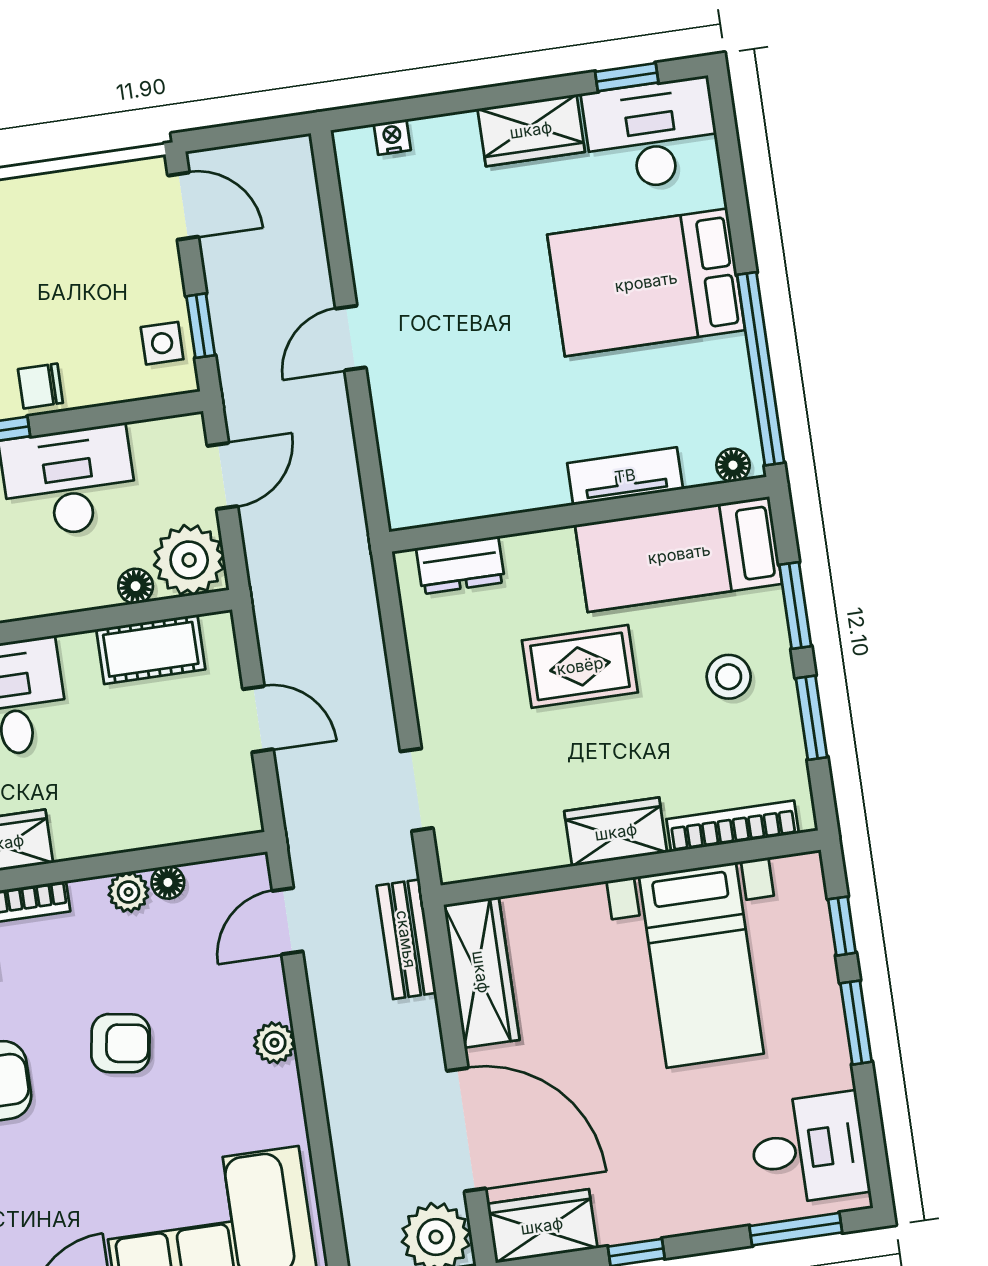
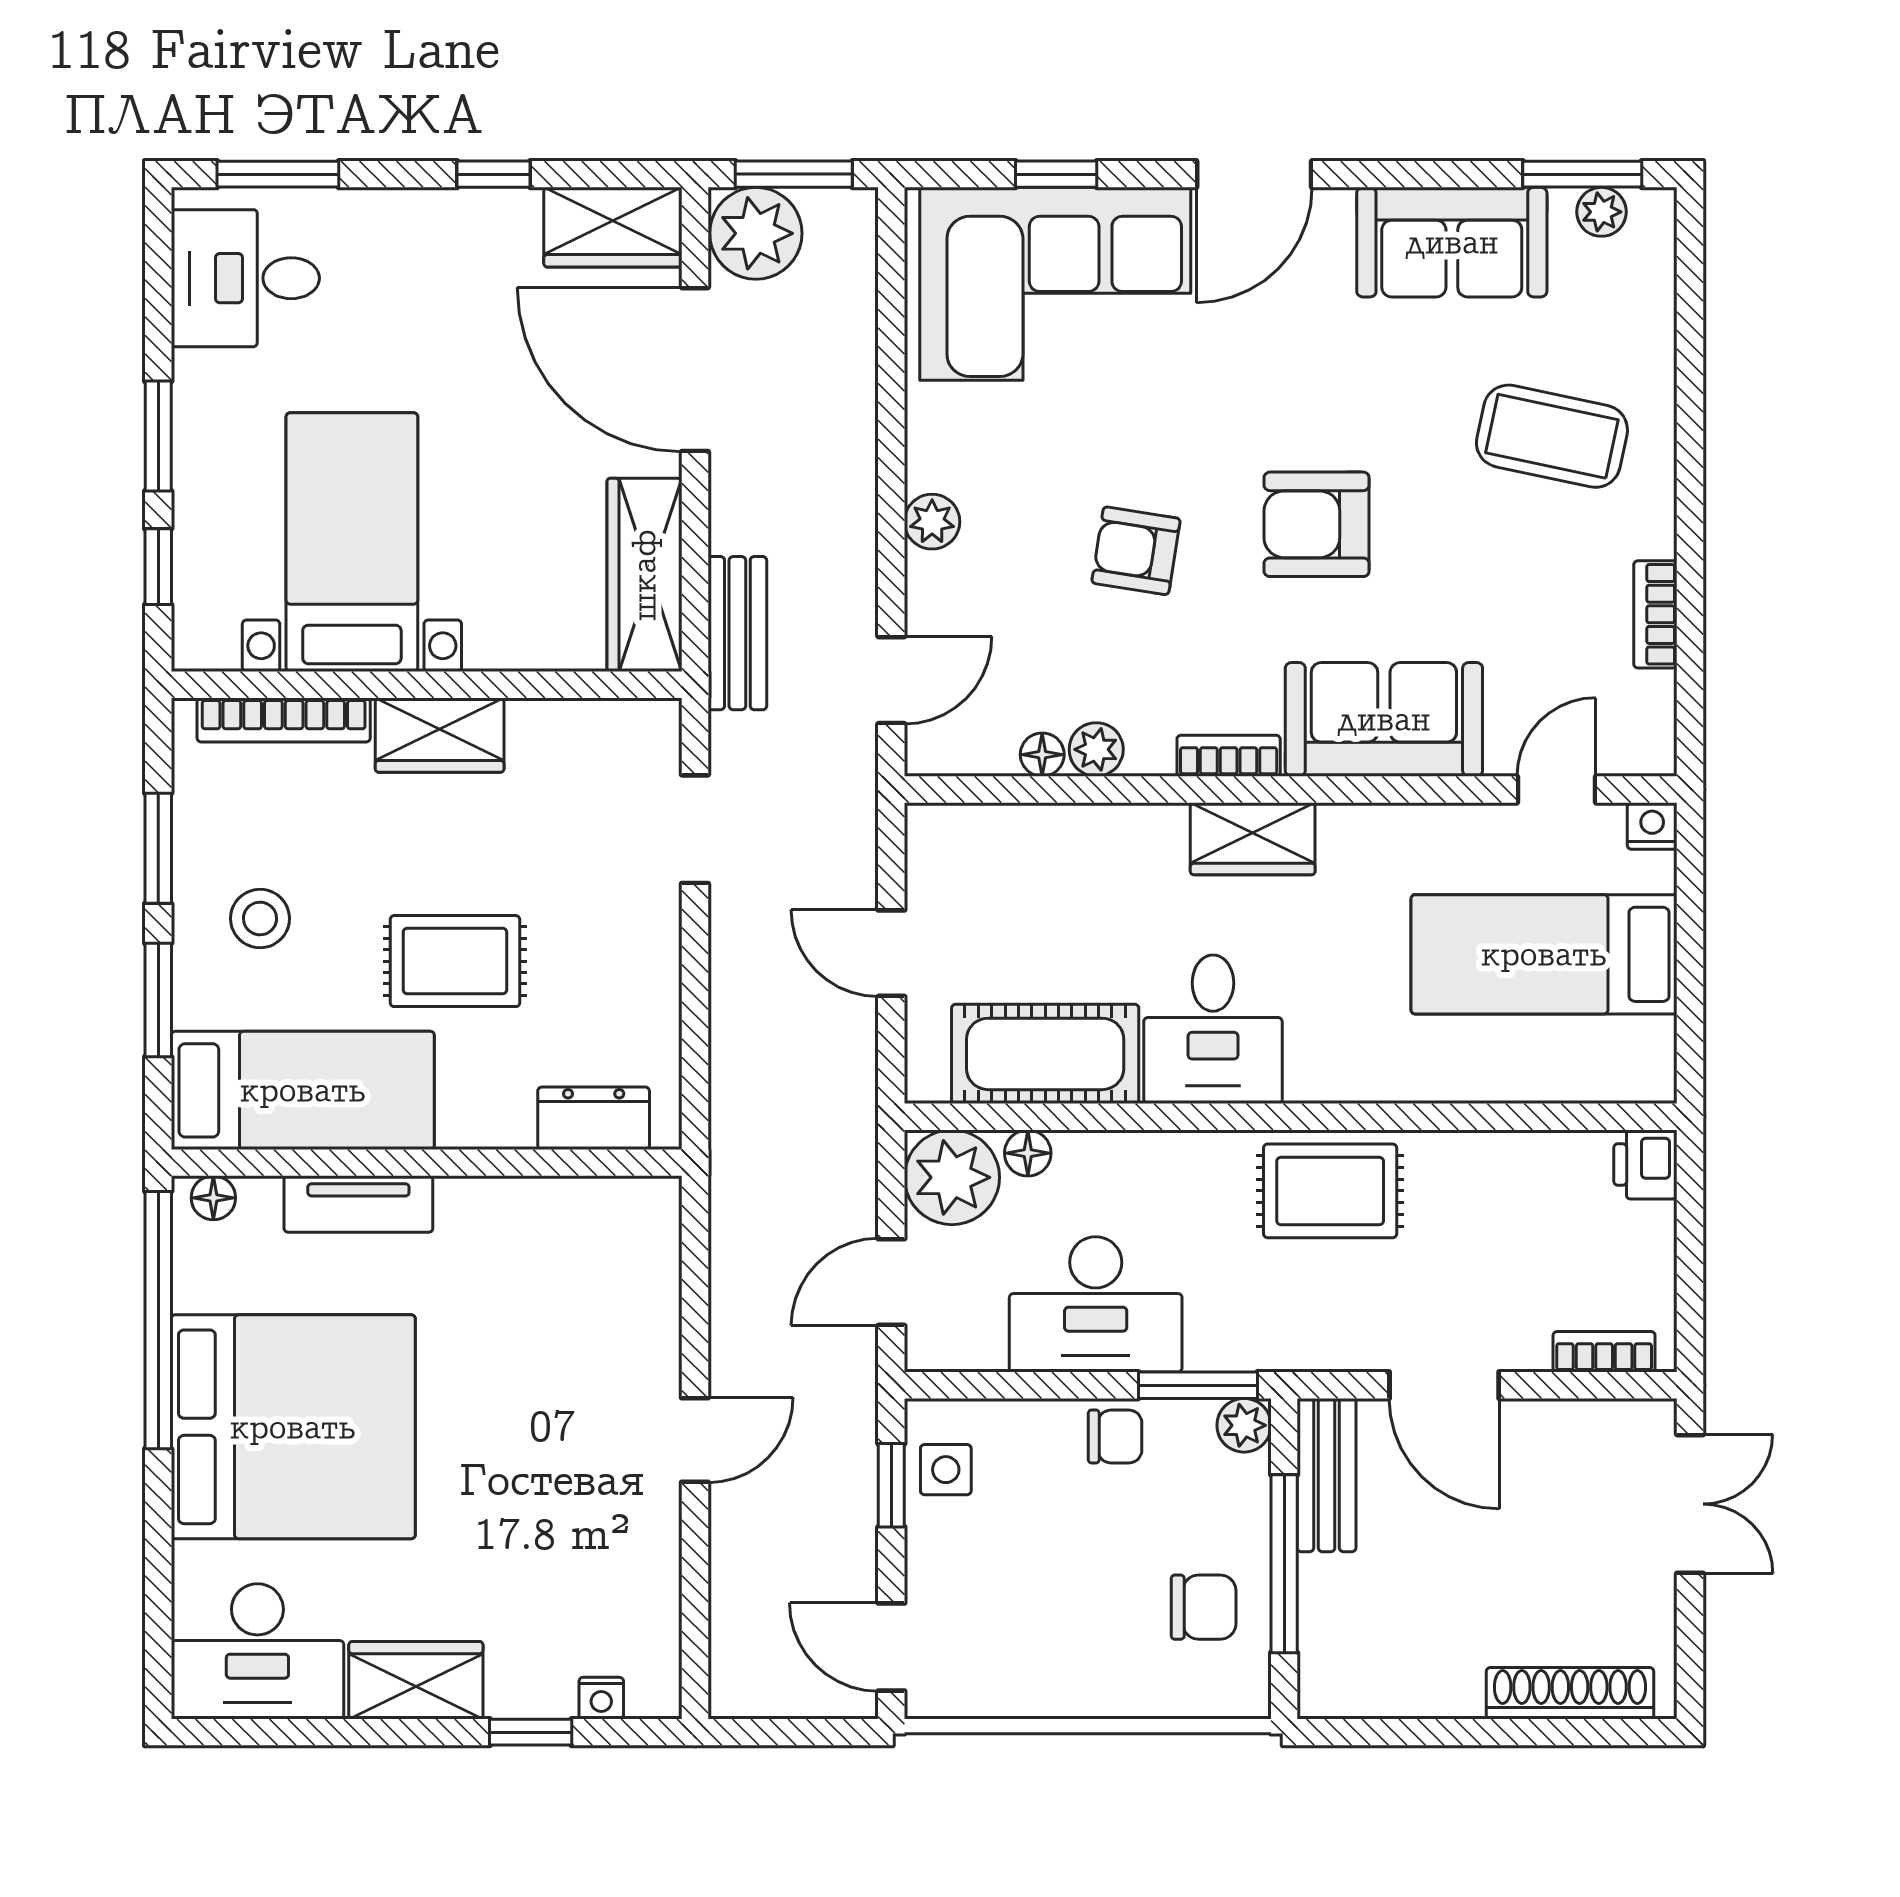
window: (627, 77) -> (531, 1732), moved
bed: (646, 282) -> (293, 1427), width x1.36
cot: (151, 649) -> (1045, 1054), width x1.37, depth x1.34

